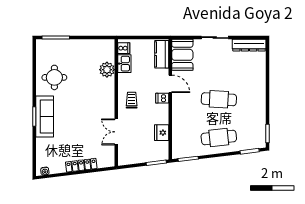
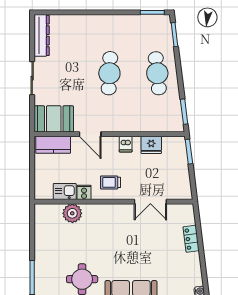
cooker: (124, 48) -> (84, 192), moved
door: (170, 84) -> (90, 134), swing flipped
dishwasher: (162, 98) -> (126, 144), moved
locker: (81, 165) -> (191, 239), width x0.66

